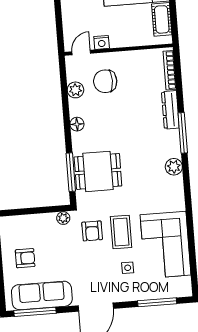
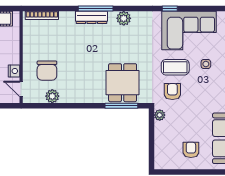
dresser: (170, 110) -> (92, 17), moved
floor lamp: (77, 124) -> (81, 97), removed
window: (190, 220) -> (170, 9), added
armchair: (92, 231) -> (172, 92), turned -90

